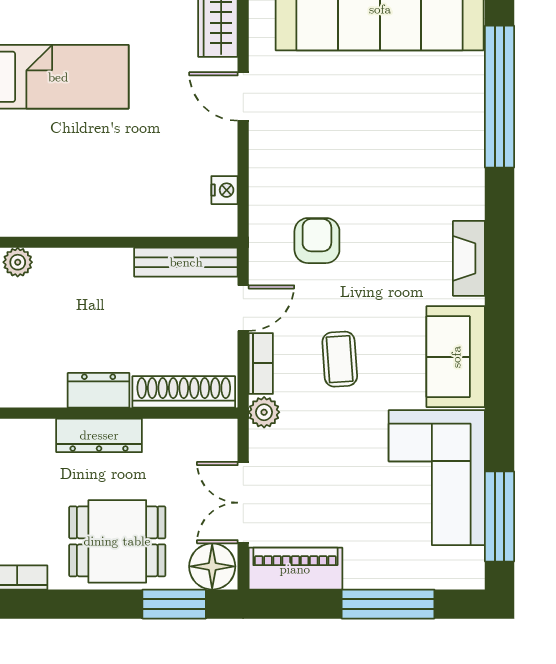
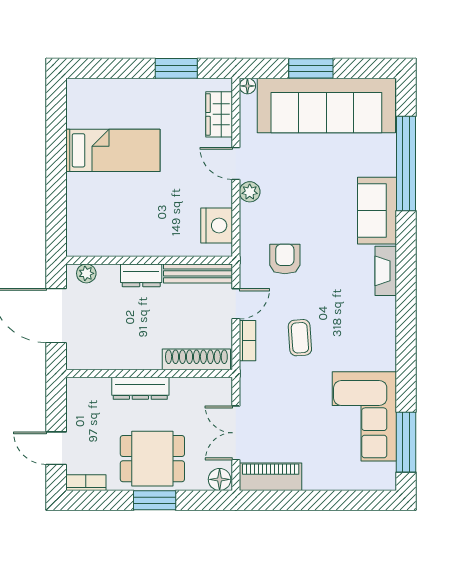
nightstand: (224, 190) -> (217, 226), width x1.89, depth x1.79
sofa: (456, 357) -> (377, 211), moved
dresser: (99, 390) -> (141, 275), moved, turned 180
plant: (264, 412) -> (250, 192), moved
floor lamp: (212, 566) -> (220, 479), width x0.73, depth x0.73
window: (174, 604) -> (155, 500), moved
window: (388, 604) -> (332, 500), removed

